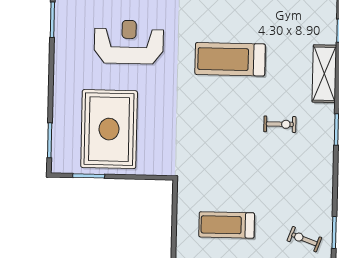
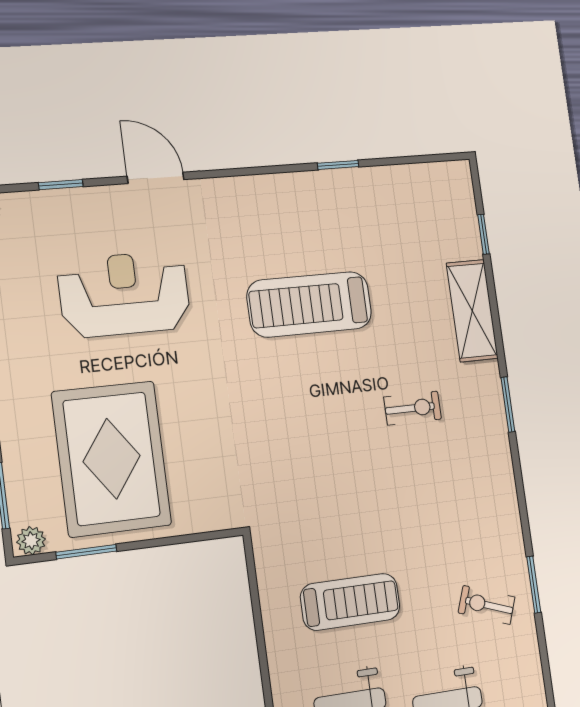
plant: (61, 166) -> (31, 541), added
treadmill: (227, 225) -> (350, 602), turned 180

